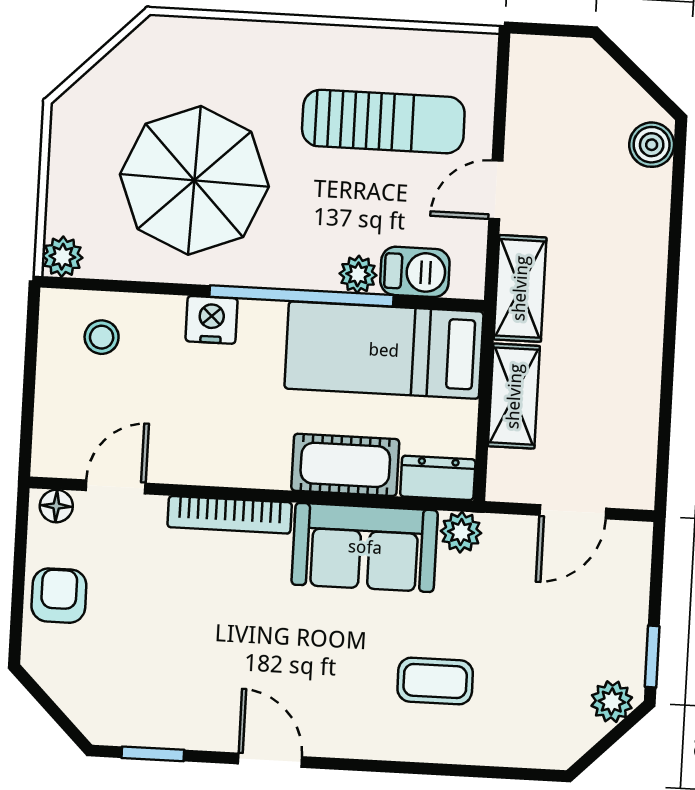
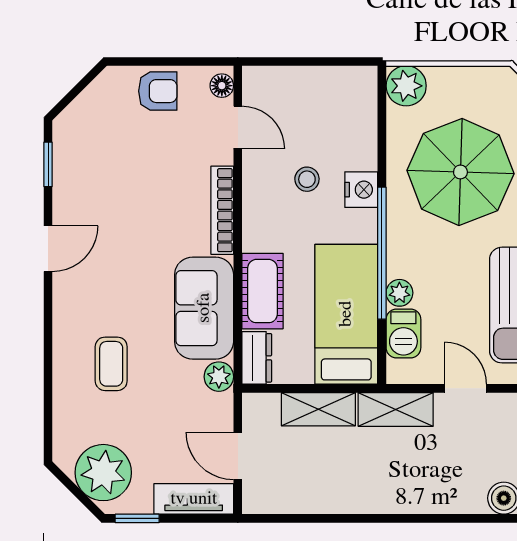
plant: (62, 257) -> (406, 86), width x1.38, depth x1.38
stool: (102, 337) -> (307, 179), moved
tv unit: (629, 576) -> (194, 499), added
plant: (612, 702) -> (103, 473), width x1.87, depth x1.87

